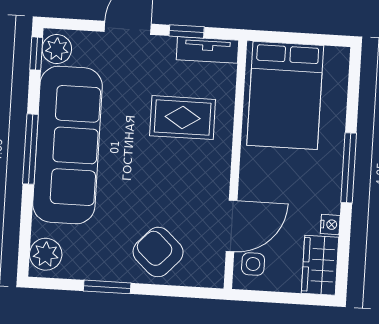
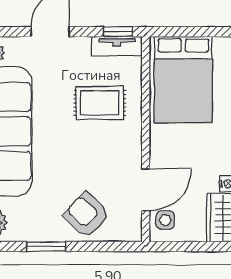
window: (187, 31) -> (118, 32), moved

